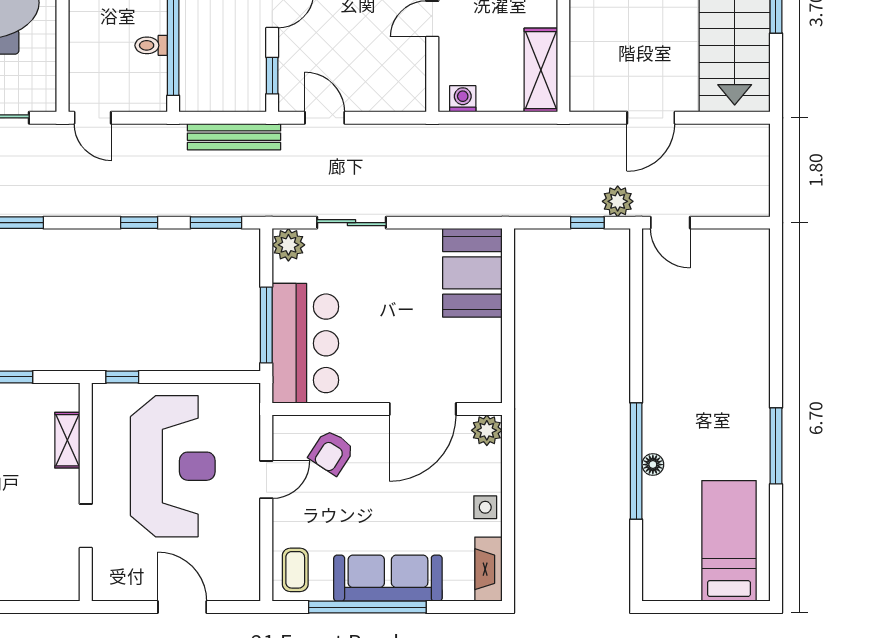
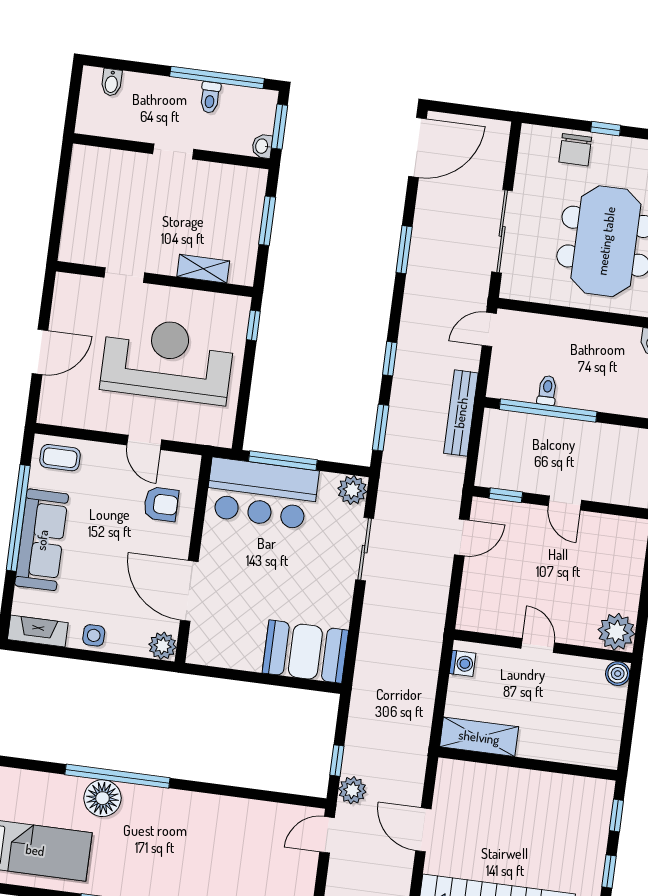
bench: (234, 137) -> (461, 413), moved
armchair: (332, 452) -> (161, 504), turned 147
floor lamp: (653, 465) -> (103, 798), width x1.89, depth x1.89
reception desk: (173, 466) -> (167, 360), turned 180

